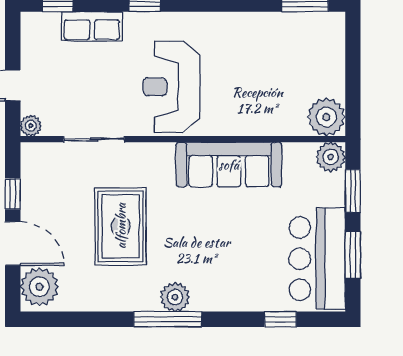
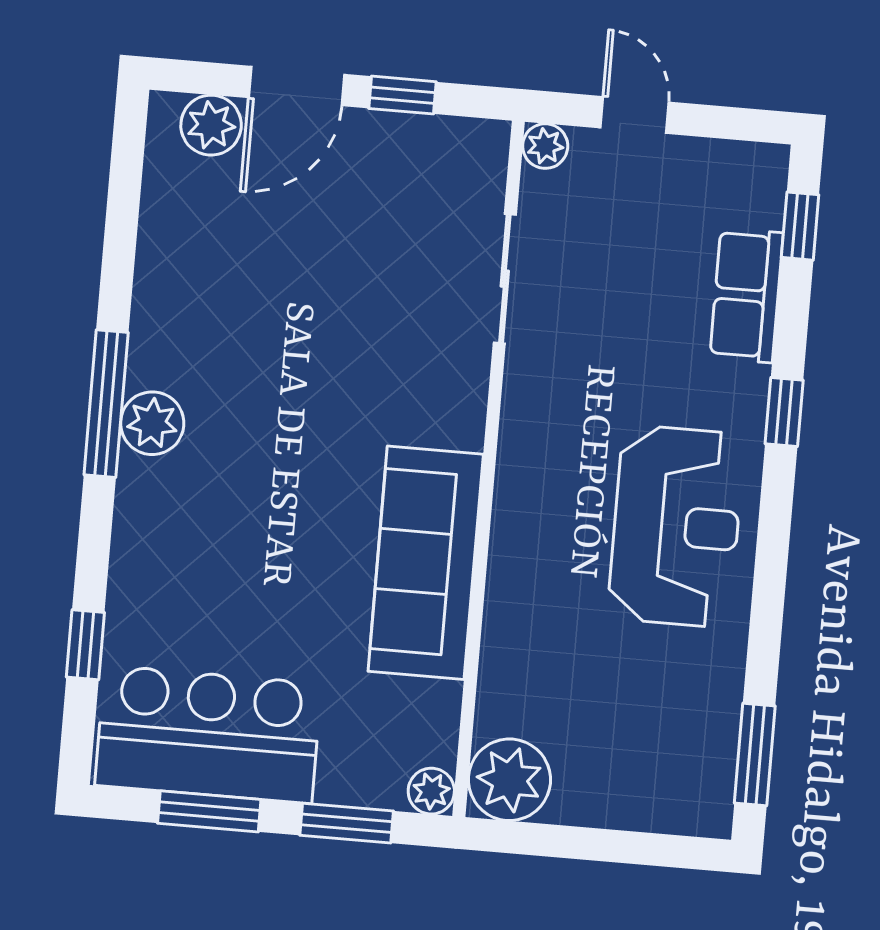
reception desk: (172, 87) -> (676, 526), moved, turned 90
plant: (331, 157) -> (431, 791), width x0.73, depth x0.73
rug: (121, 226) -> (313, 320), removed
plant: (39, 287) -> (211, 125), width x0.73, depth x0.73

